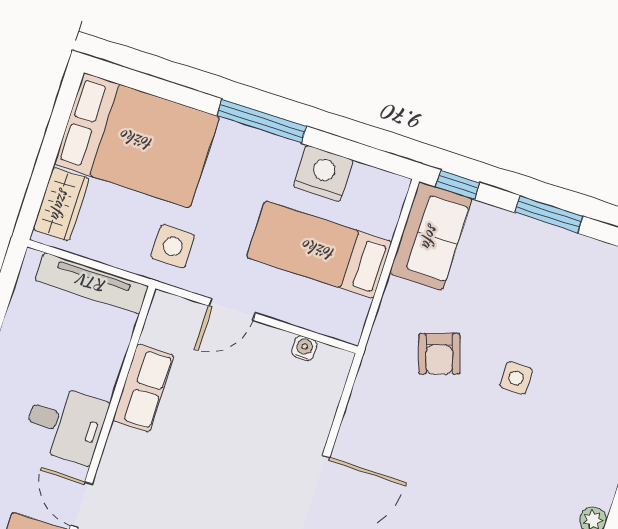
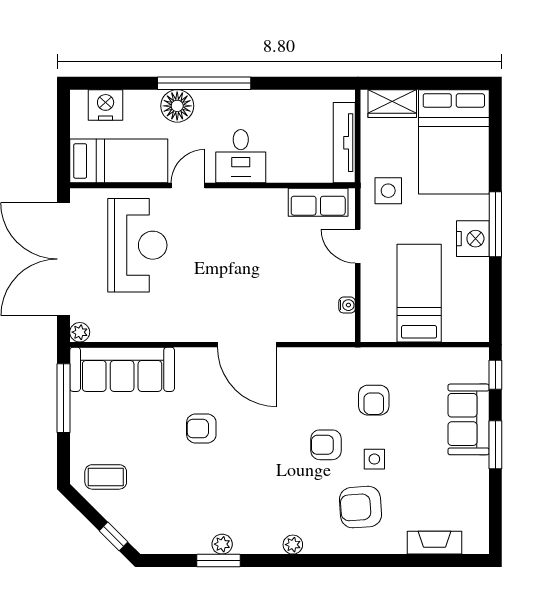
nightstand: (323, 173) -> (473, 239), moved
sofa: (431, 236) -> (469, 419), moved, turned 90
armchair: (439, 354) -> (374, 400), turned -72
row of seats: (143, 388) -> (318, 202), moved
armchair: (573, 416) -> (361, 507), added
armchair: (477, 435) -> (326, 445), added

